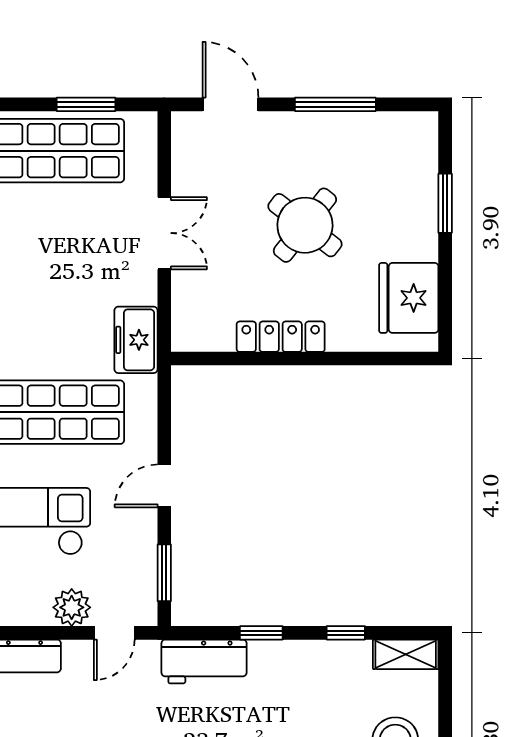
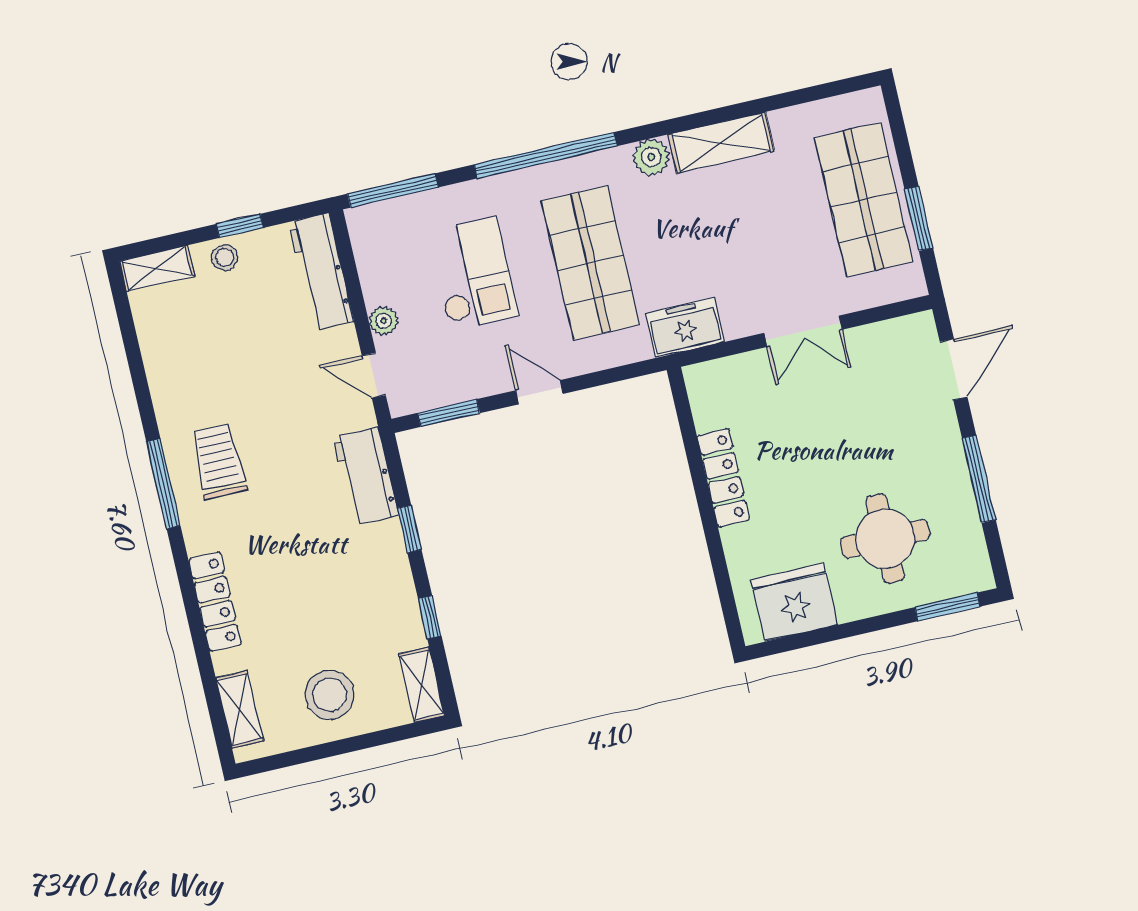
window: (445, 203) -> (947, 607), moved
round table: (305, 225) -> (885, 539), moved, turned -38
plant: (72, 607) -> (384, 321), width x0.73, depth x0.73

